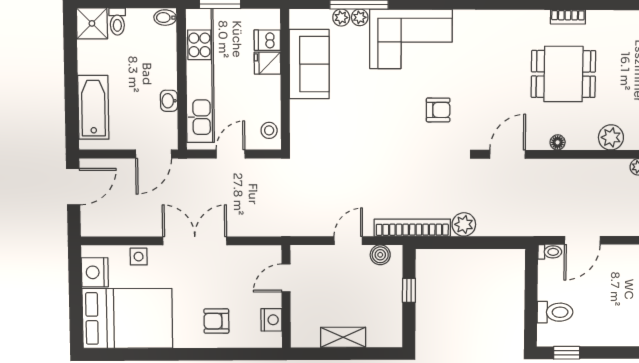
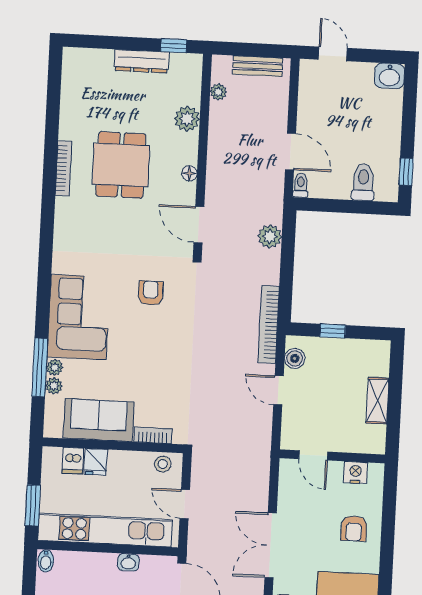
bookcase: (568, 17) -> (64, 168), width x1.56
bookcase: (297, 119) -> (153, 435), added
plant: (464, 224) -> (270, 236), moved

